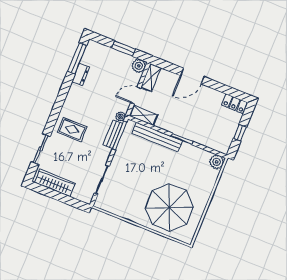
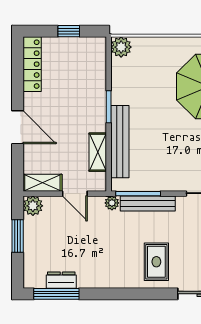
dresser: (81, 74) -> (61, 280), moved
locker: (234, 104) -> (32, 64), width x1.53
shelving: (144, 115) -> (98, 152), moved
bench: (113, 134) -> (148, 204), width x1.36

